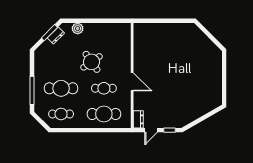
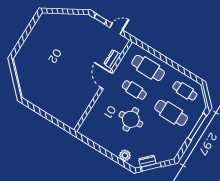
round table: (91, 62) -> (131, 119), turned 31
dresser: (138, 119) -> (112, 59), moved

